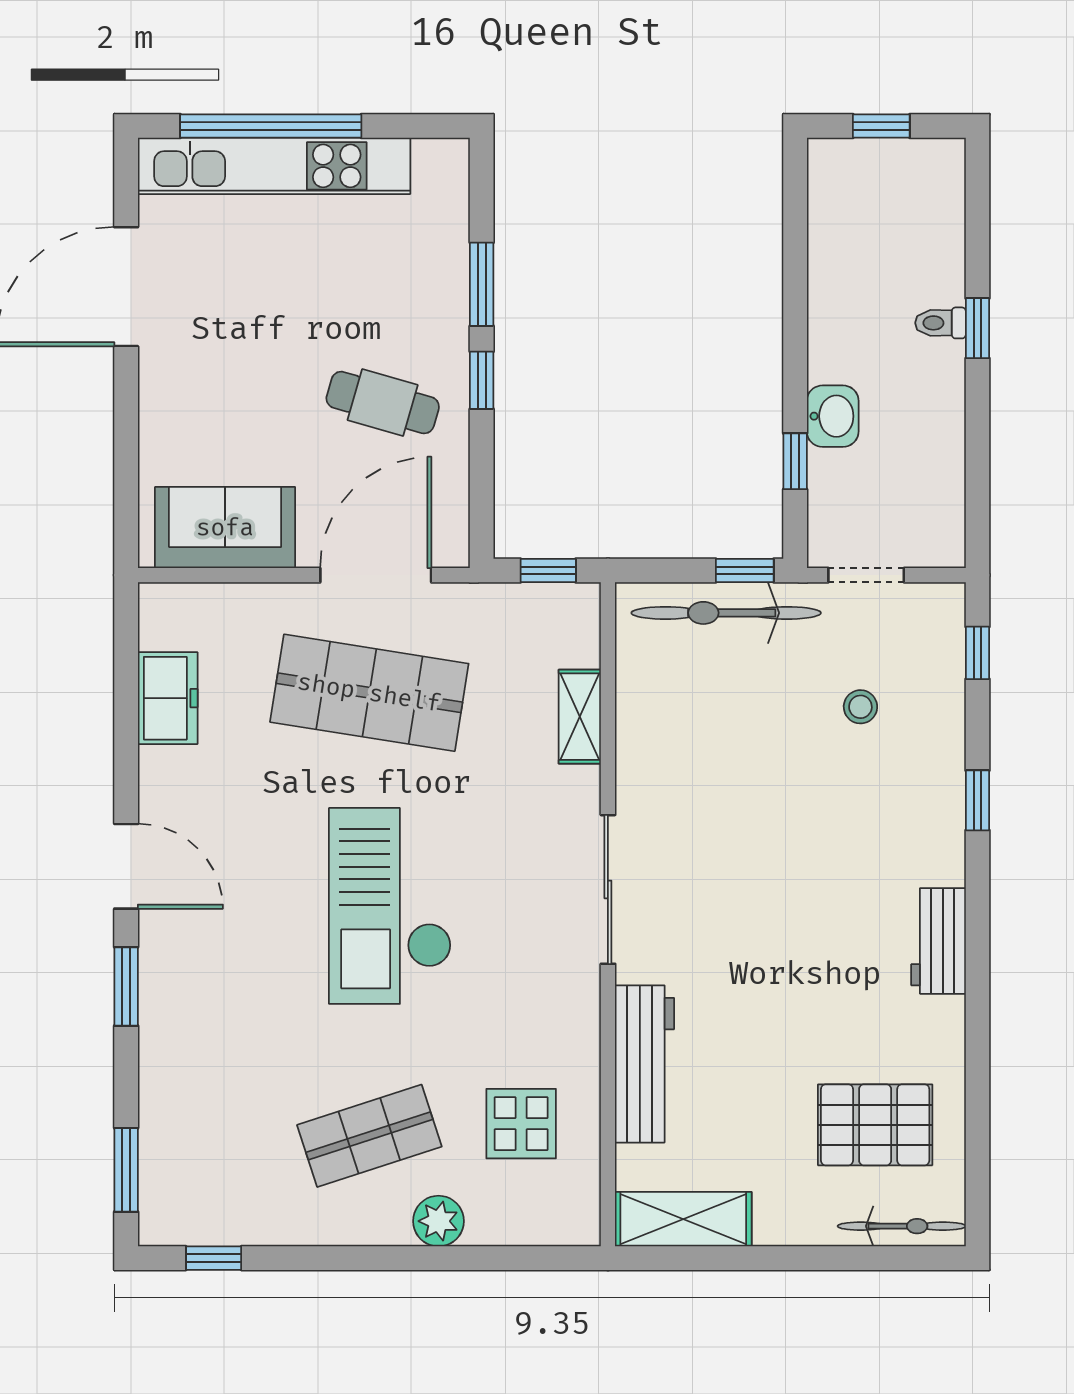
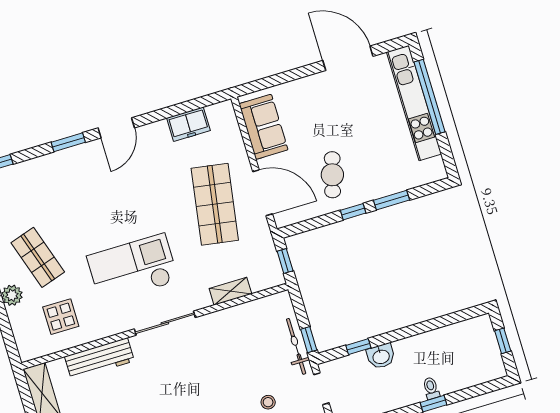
bicycle: (726, 613) -> (296, 346), width x0.73, depth x0.71
checkout: (390, 906) -> (133, 269), moved

